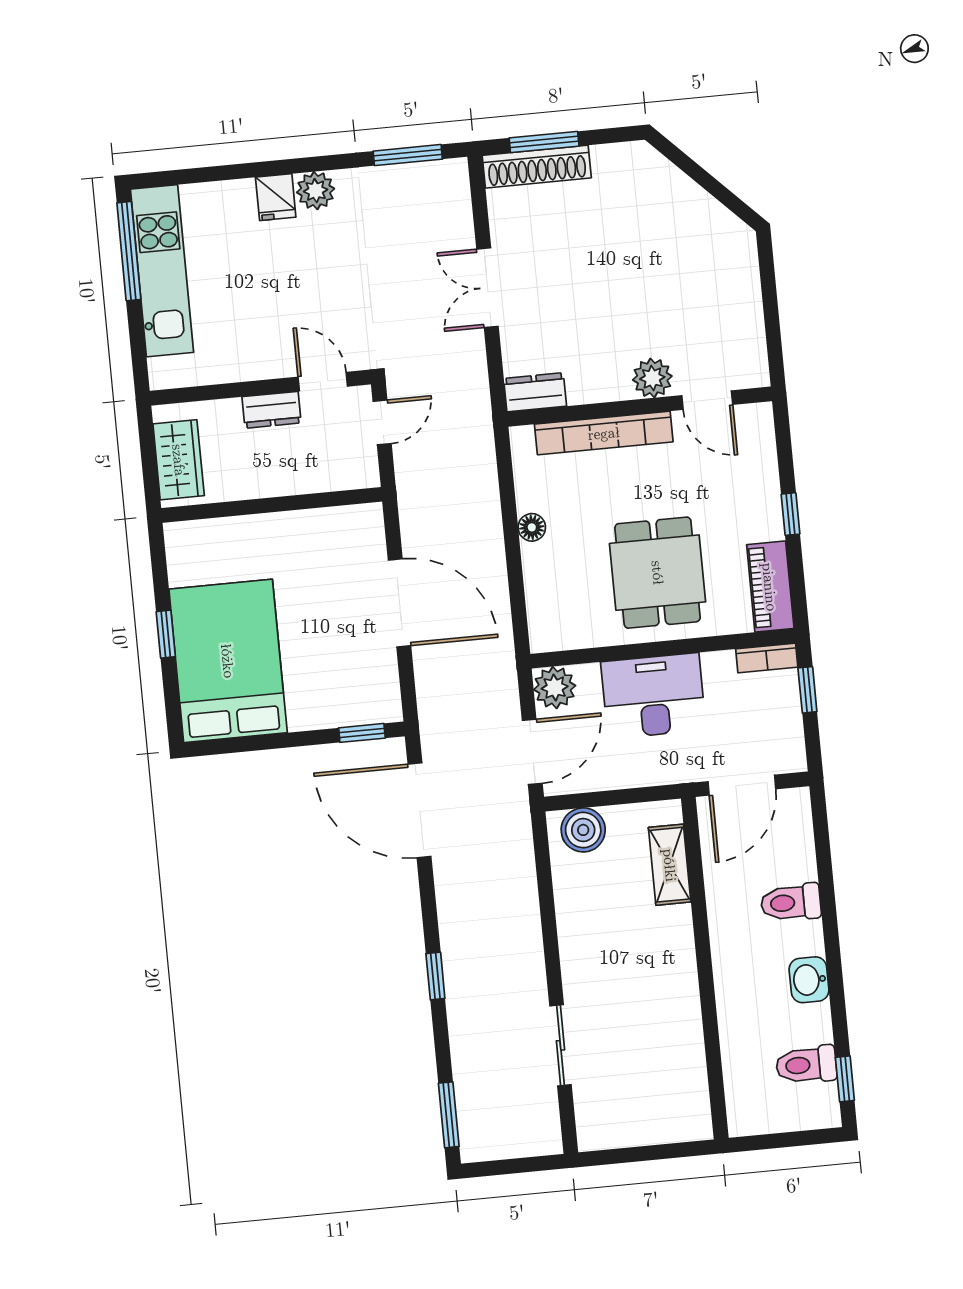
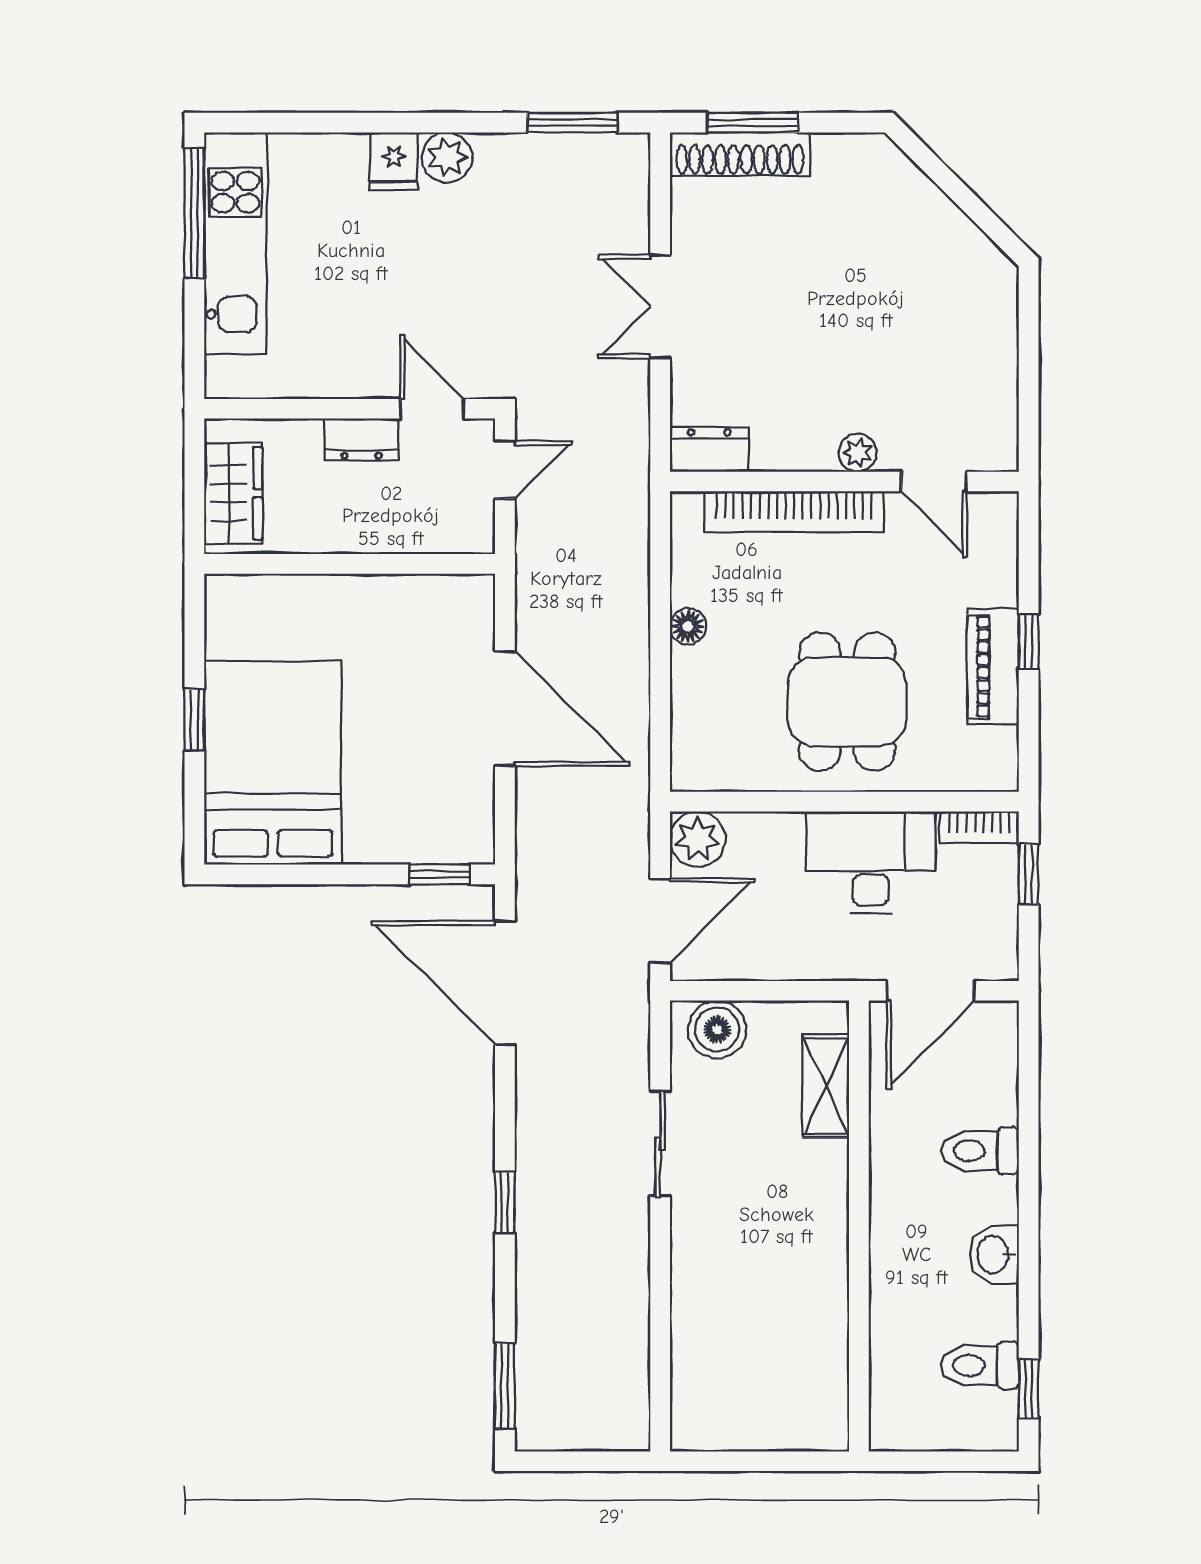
plant: (652, 378) -> (858, 453), width x0.73, depth x0.73
piano: (770, 587) -> (993, 666), moved
desk: (653, 696) -> (871, 862), moved
sliding door: (560, 1045) -> (660, 1144), moved

